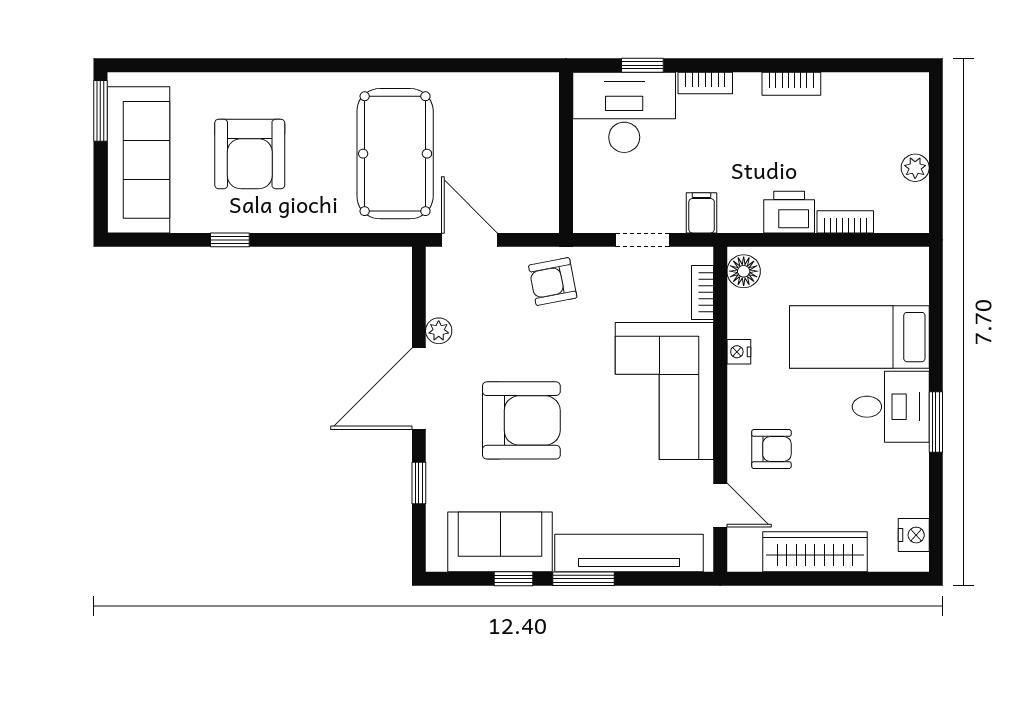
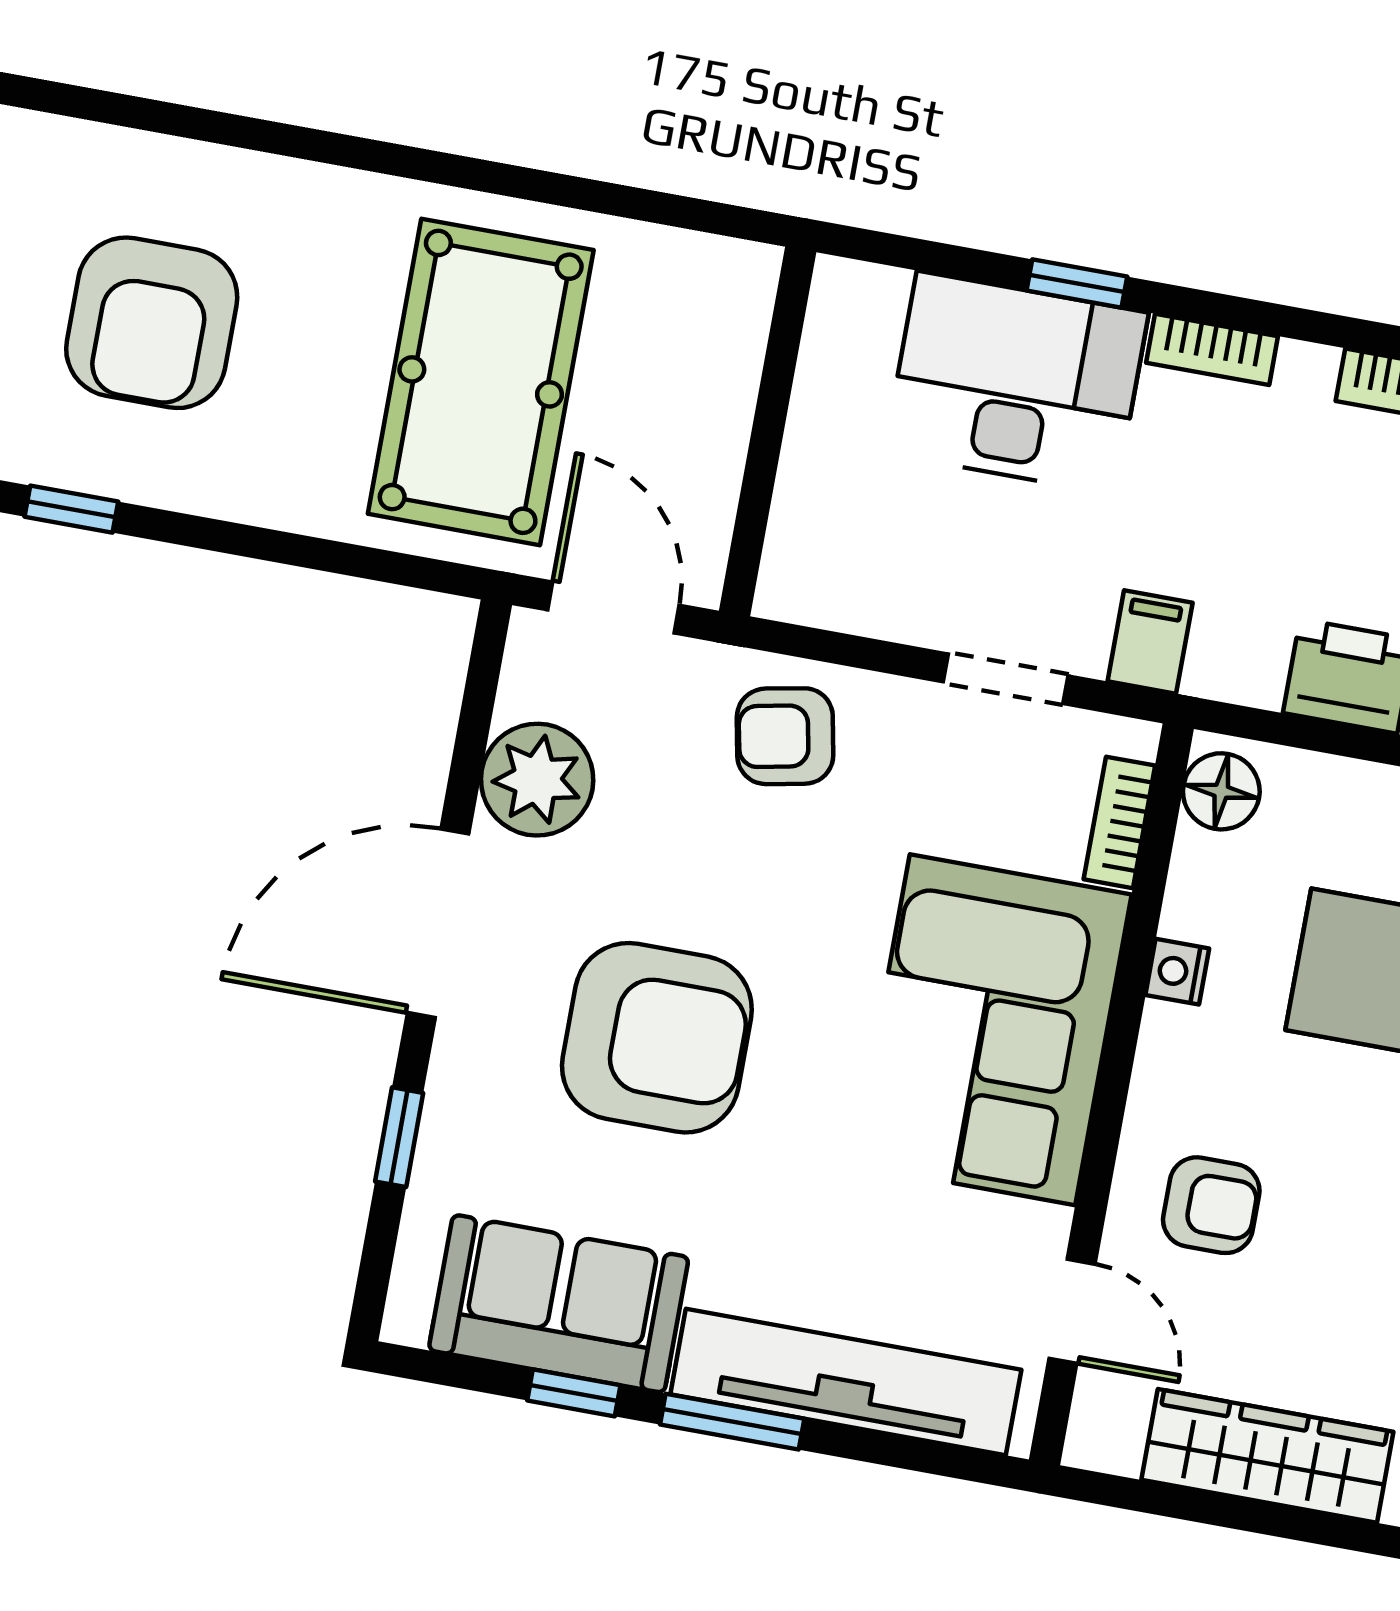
wall: (566, 153) -> (768, 431), moved
plant: (439, 331) -> (537, 780), width x1.87, depth x1.87

